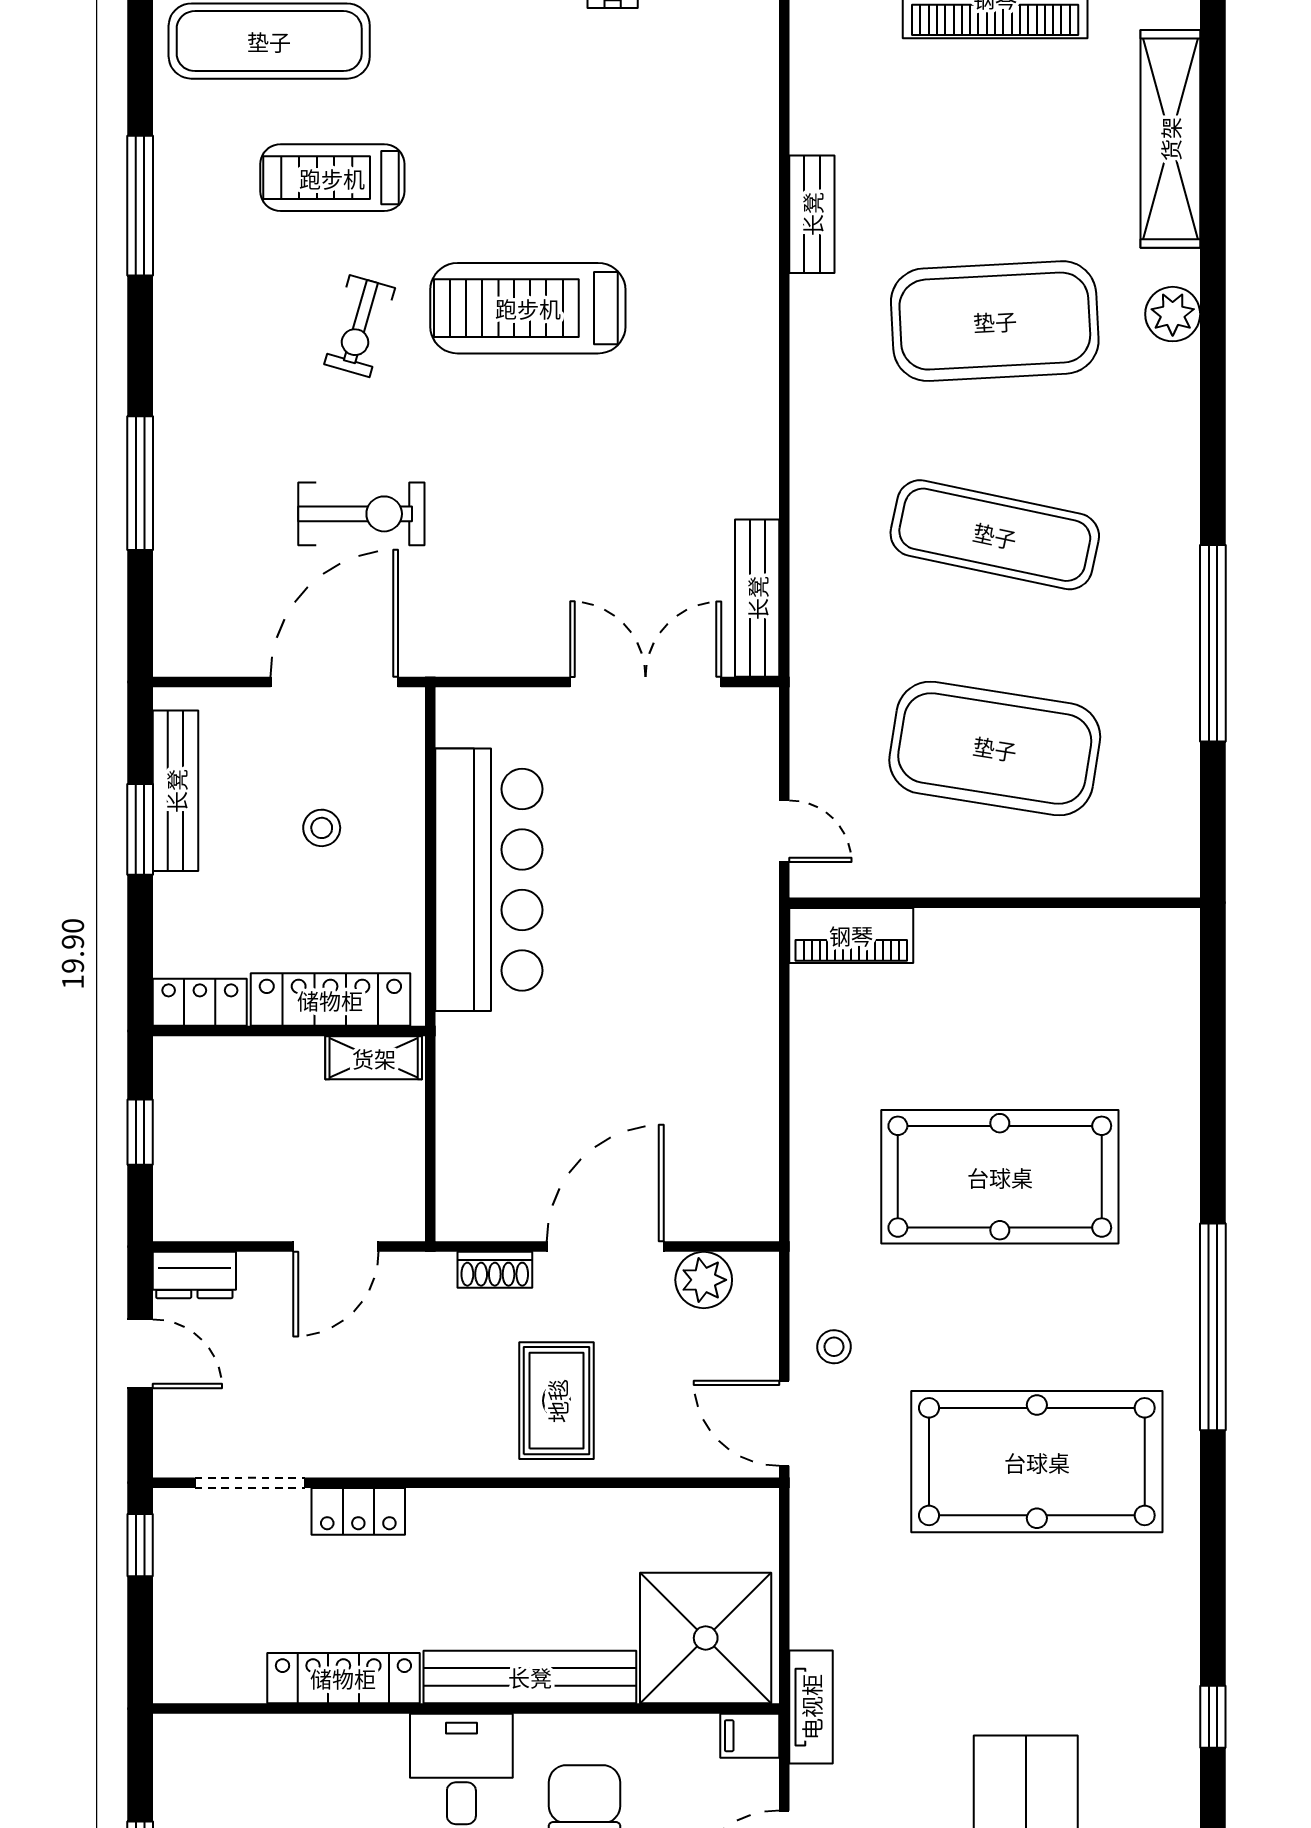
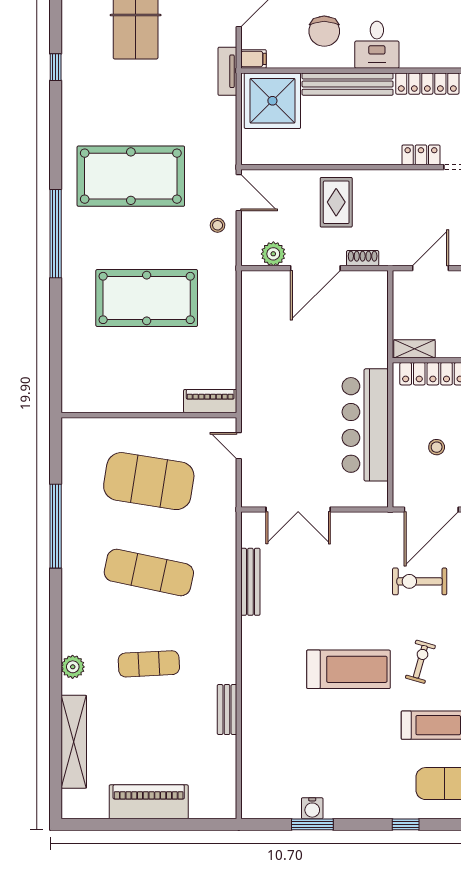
exercise mat: (995, 321) -> (149, 664), width x0.50, depth x0.69
bench: (757, 598) -> (250, 582), moved

